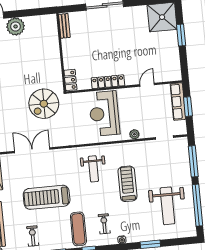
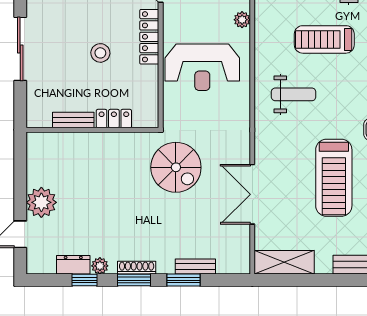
bench: (64, 26) -> (73, 120), moved
stool: (107, 53) -> (100, 53), added
locker: (70, 80) -> (114, 119), moved
locker: (108, 82) -> (149, 37), moved

